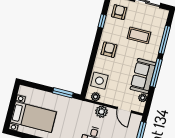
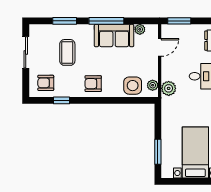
window: (165, 40) -> (65, 21), width x0.69
window: (63, 93) -> (158, 152), moved
plant: (101, 112) -> (169, 88), moved

